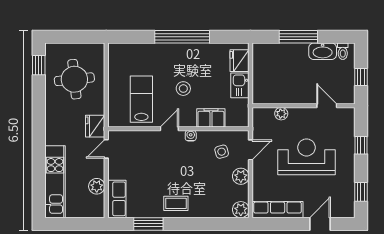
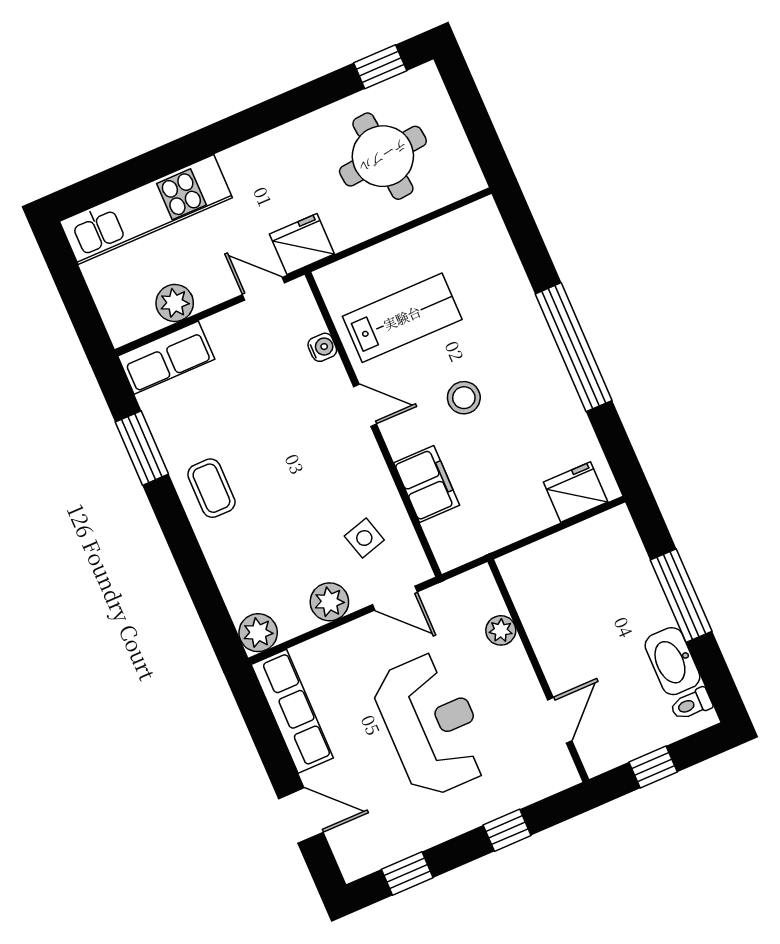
kitchen sink: (240, 85) -> (523, 516), removed
water cooler: (191, 136) -> (322, 347), moved

